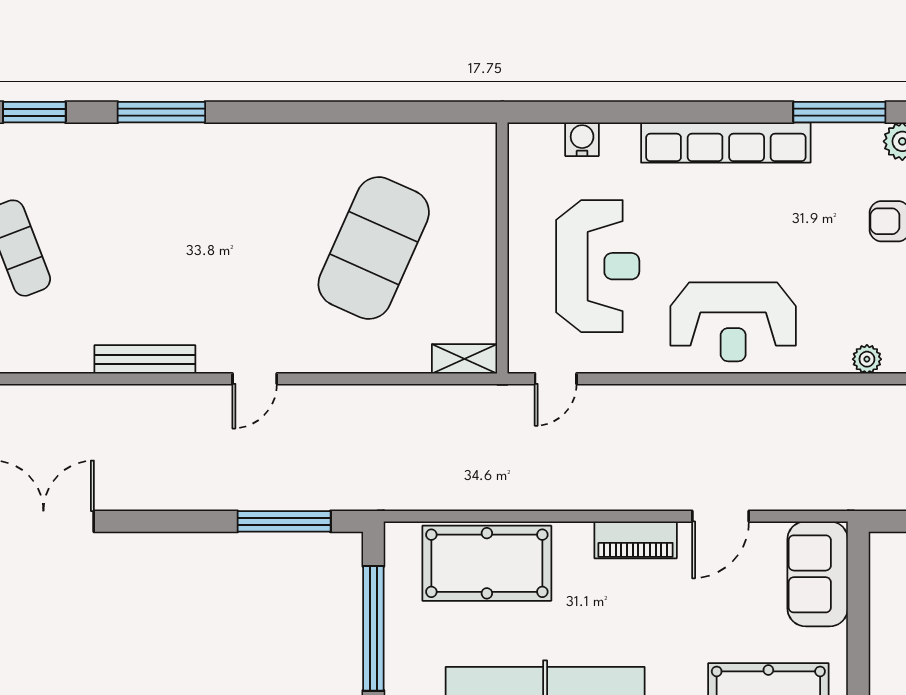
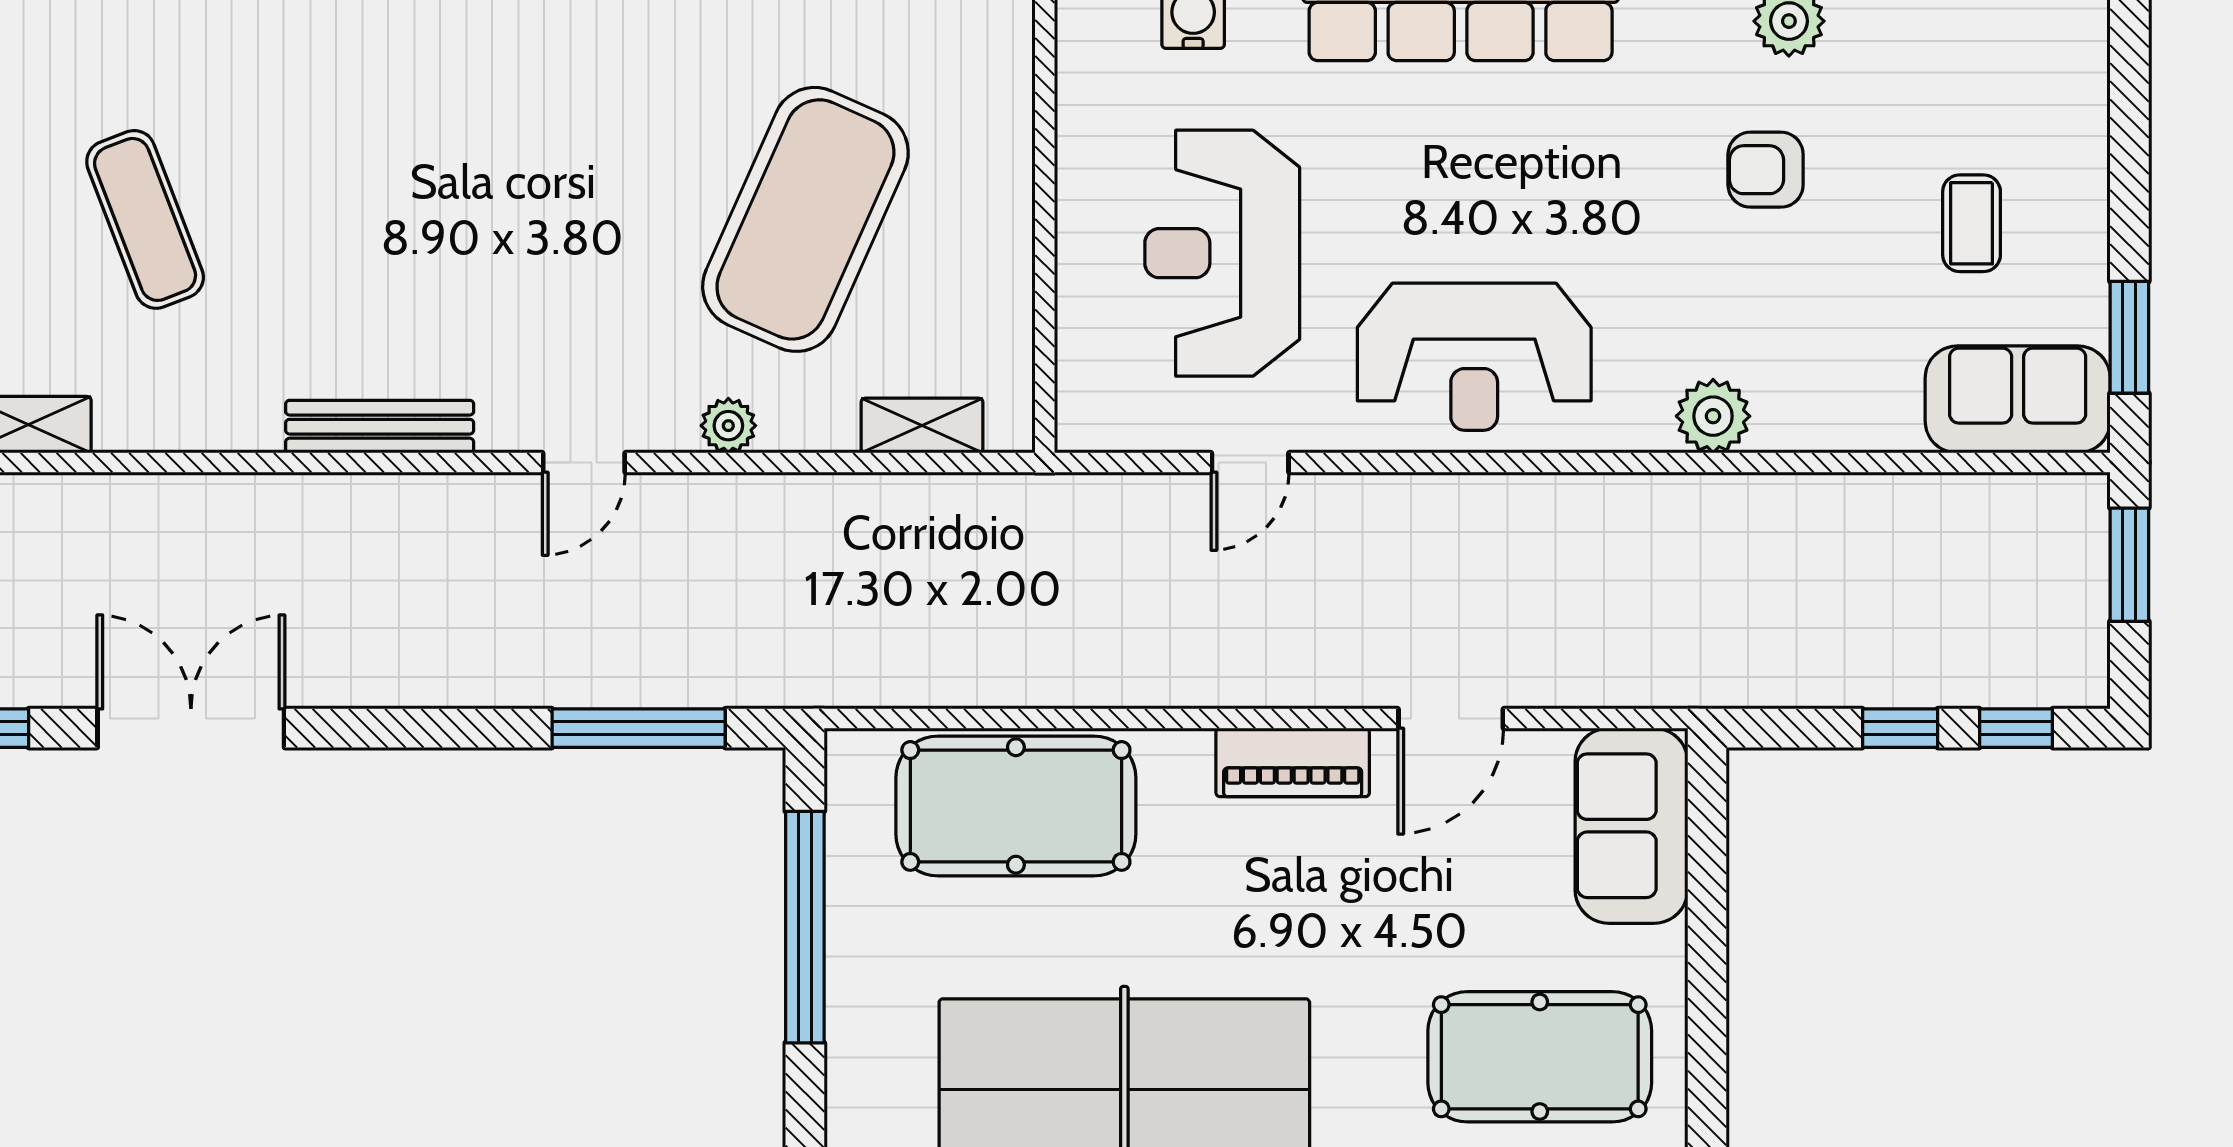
reception desk: (598, 266) -> (1222, 253), turned 180
plant: (332, 359) -> (728, 426), added
shelving: (464, 359) -> (922, 426), moved
plant: (867, 359) -> (1713, 416), width x1.38, depth x1.38
door: (556, 379) -> (1250, 463), moved

